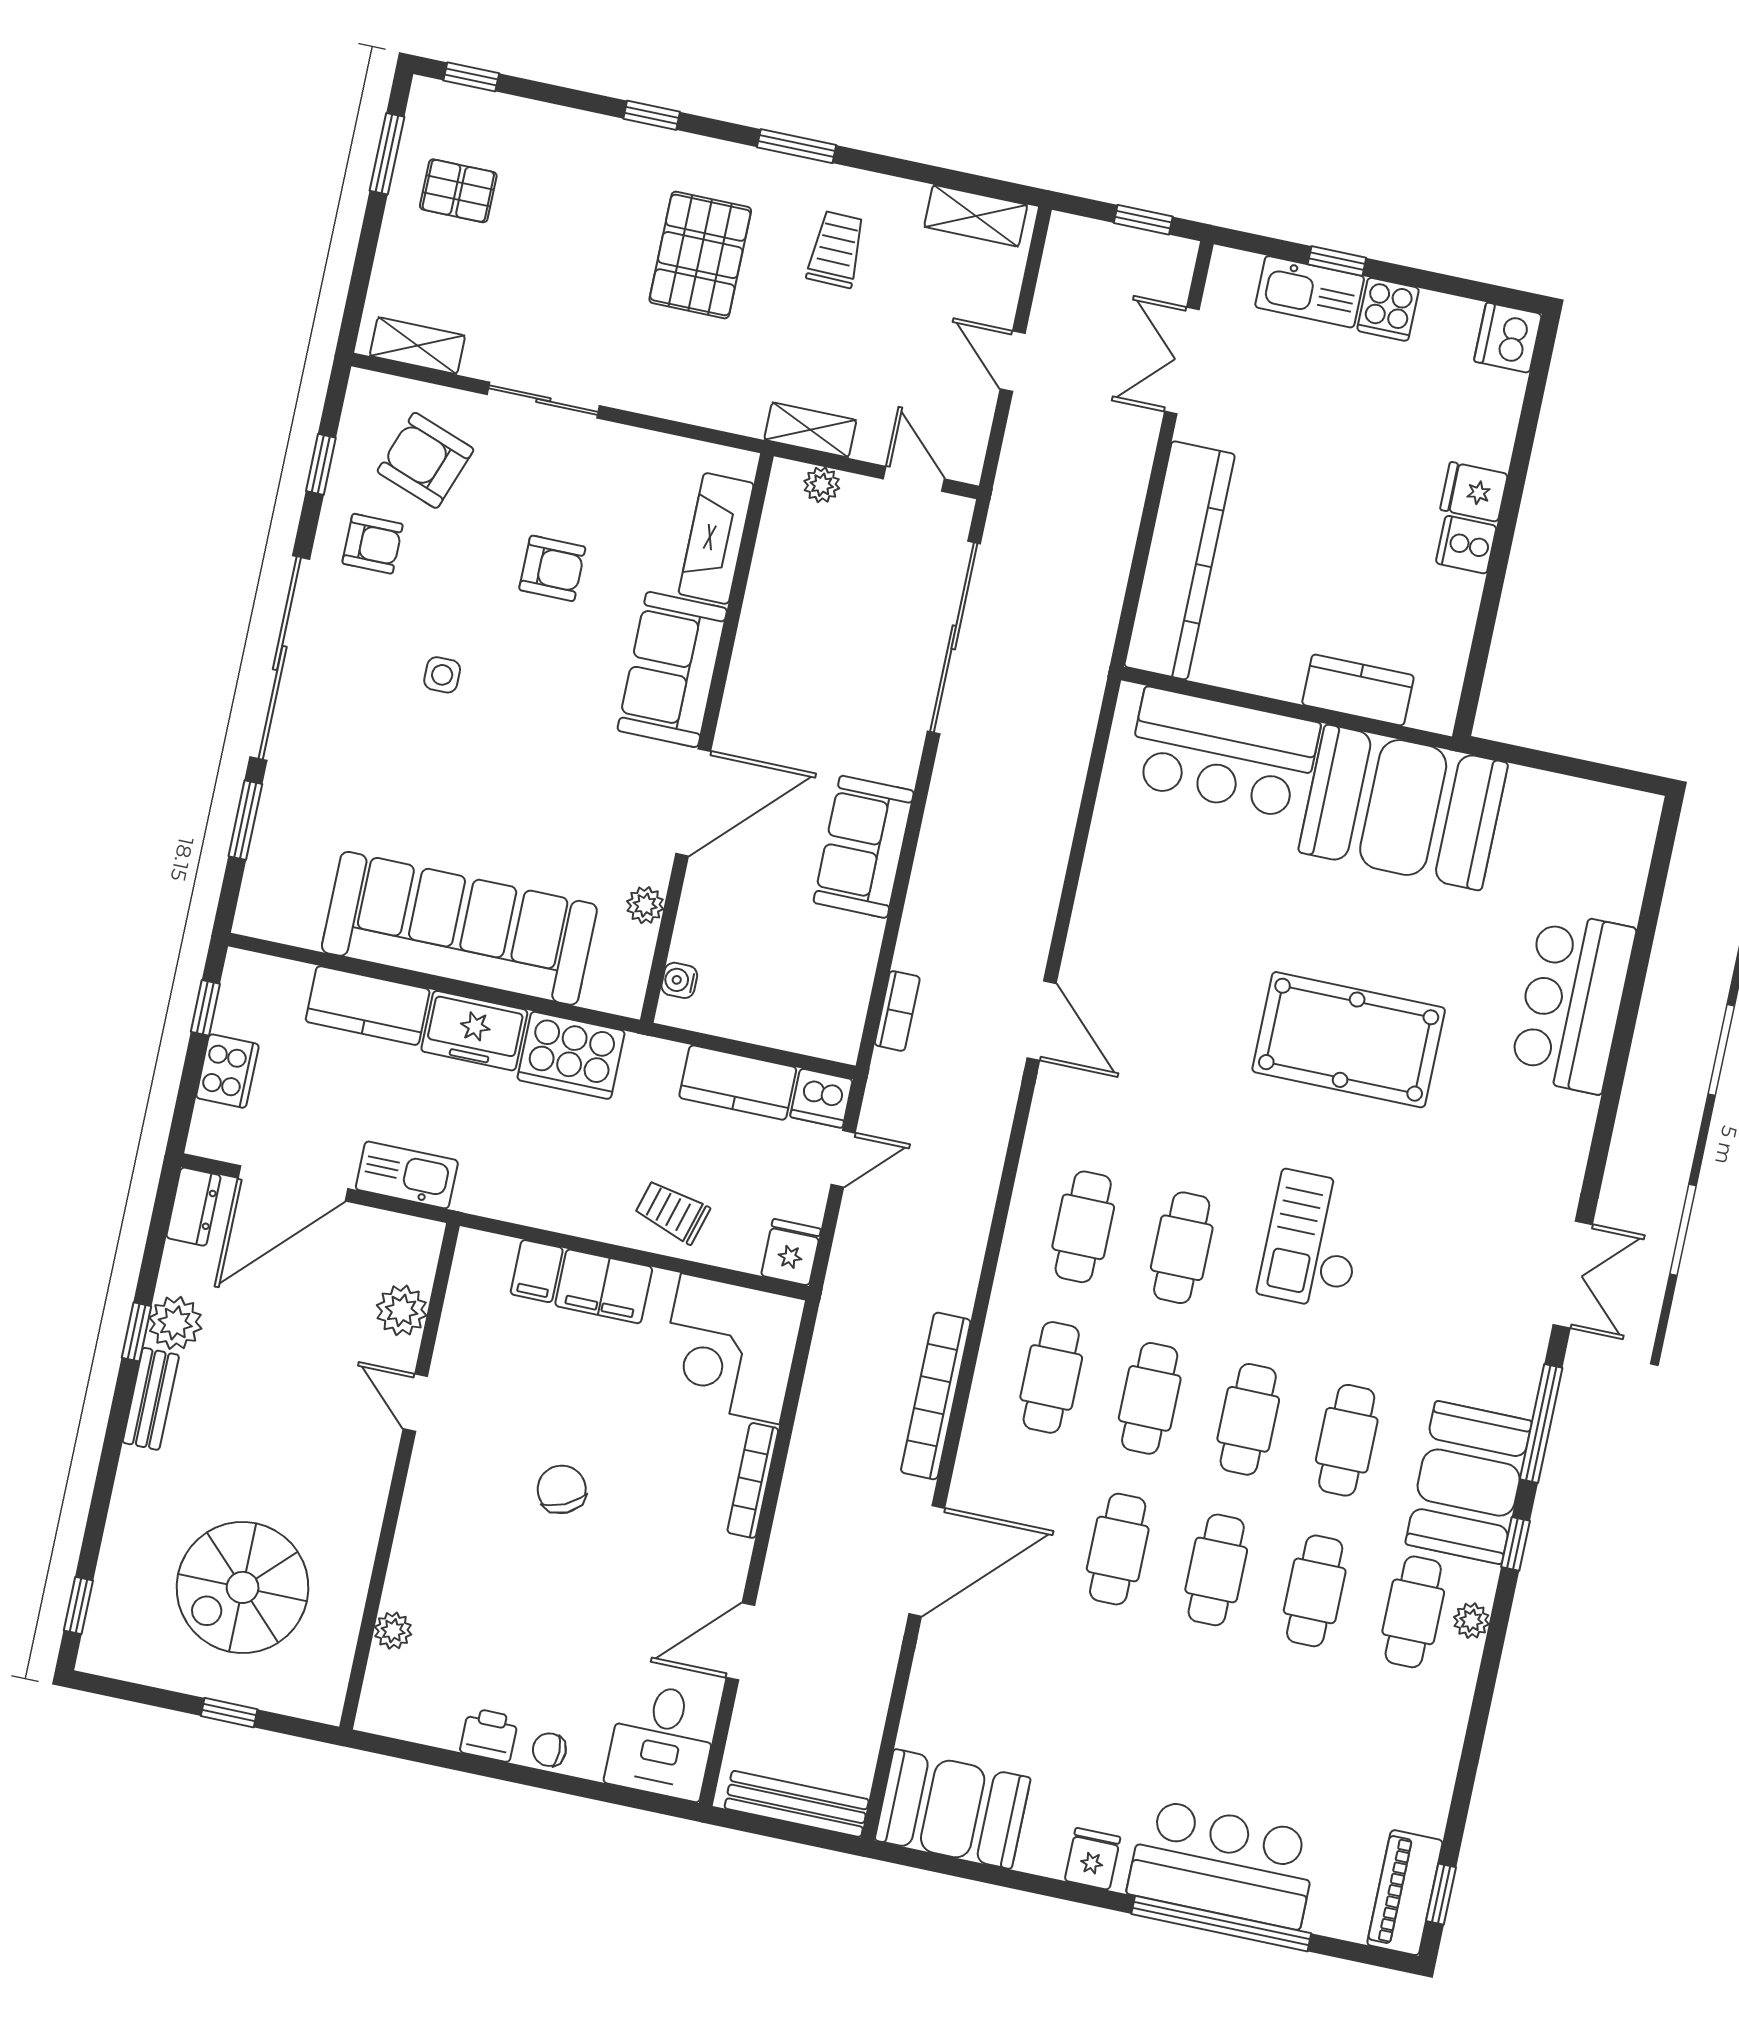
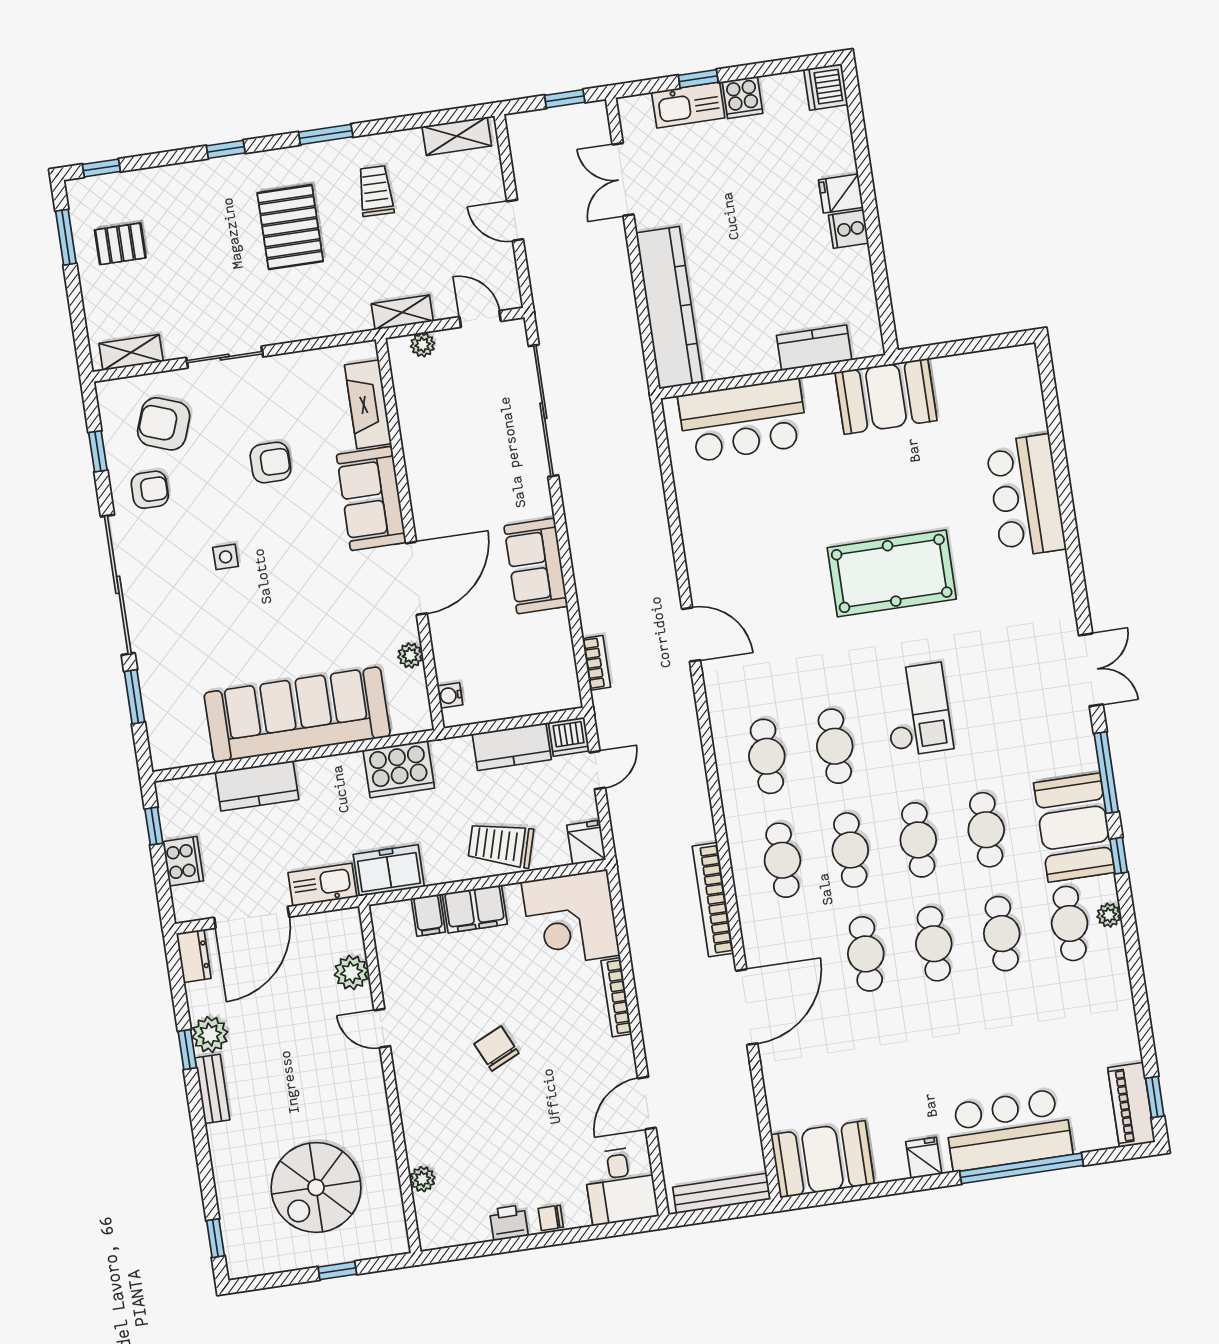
booth: (1403, 807) -> (886, 396), width x0.73, depth x0.70
freezer: (474, 1031) -> (389, 871), moved, turned 180
trolley: (672, 1212) -> (501, 845), width x1.36, depth x1.39
checkout: (1313, 1240) -> (917, 710), turned 180

